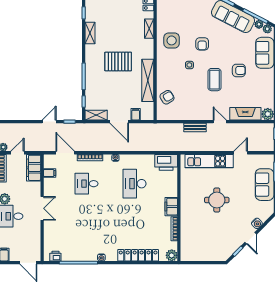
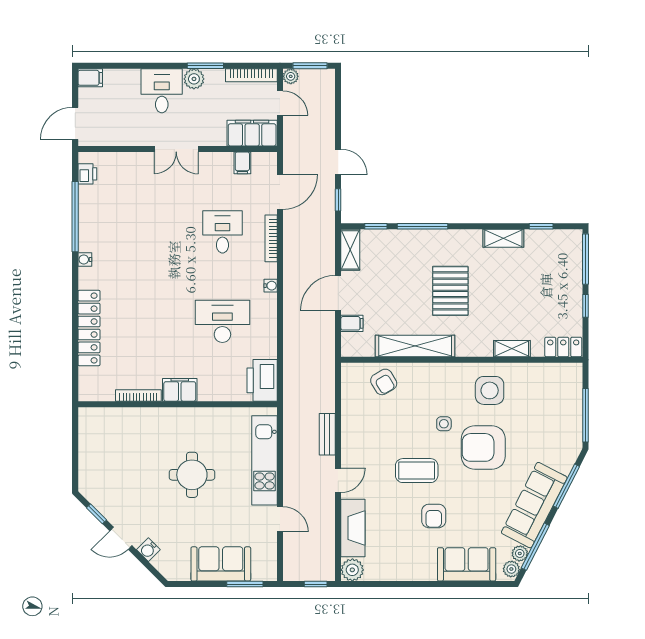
armchair: (202, 44) -> (483, 447), width x1.88, depth x1.88
plant: (172, 255) -> (89, 391), removed

